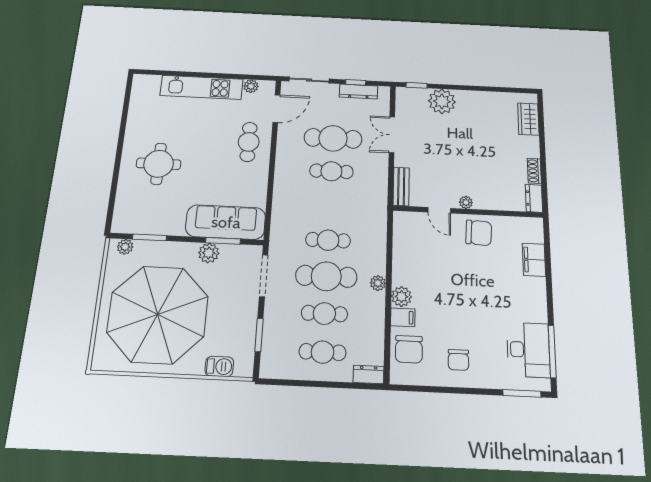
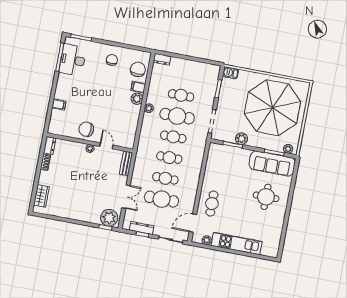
plant: (442, 101) -> (109, 218), moved
sofa: (226, 222) -> (272, 164), moved
filing cabinet: (534, 260) -> (59, 104), width x0.50
cafe table: (323, 352) -> (169, 158), moved
barbecue: (219, 366) -> (231, 73), moved

